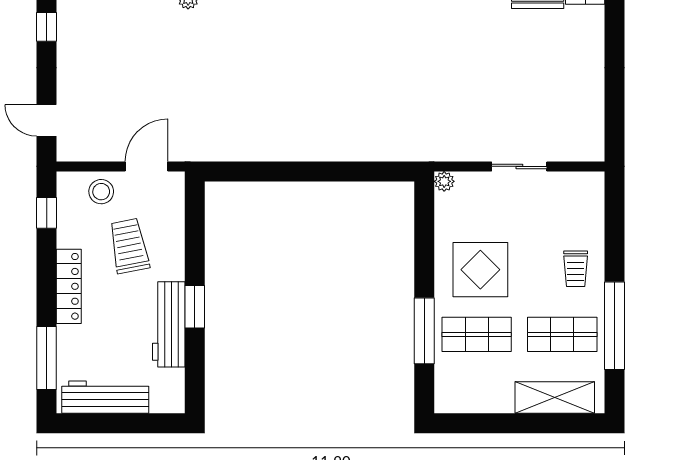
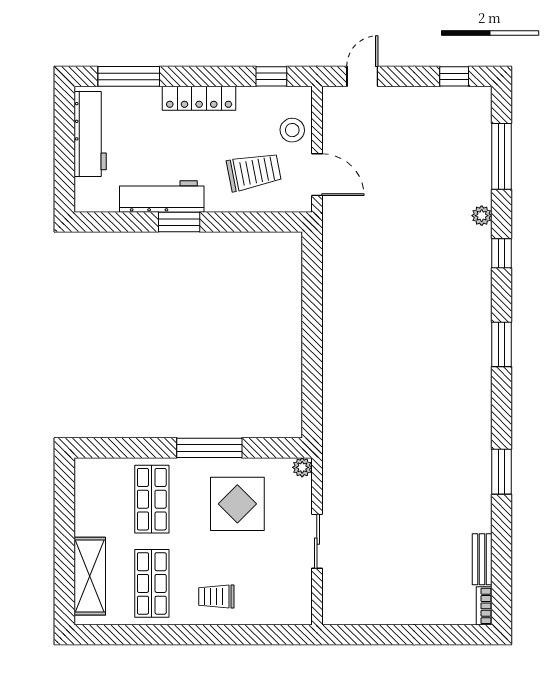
trolley: (129, 246) -> (254, 172), moved
display table: (480, 270) -> (237, 504), moved
window: (614, 326) -> (160, 635), removed
window: (424, 331) -> (209, 448), moved

